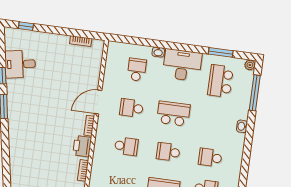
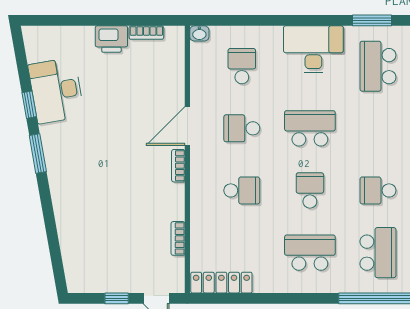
window: (26, 26) -> (56, 20), removed
washbasin: (158, 52) -> (199, 33), moved
desk: (20, 64) -> (56, 90), width x1.37
printer: (82, 146) -> (111, 39), moved, turned -90
school desk: (168, 152) -> (310, 190), turned 90

